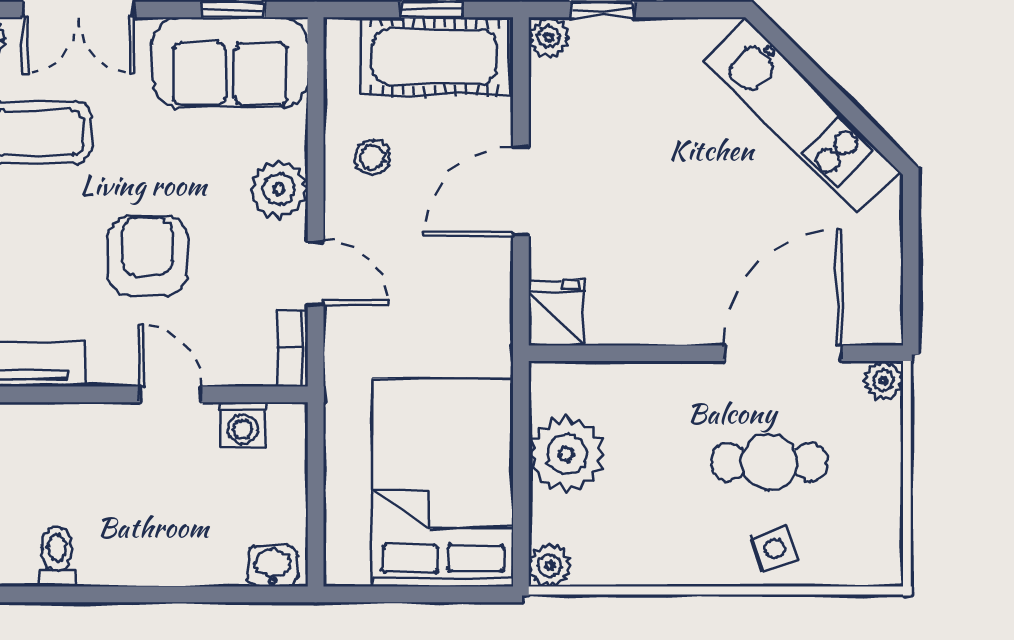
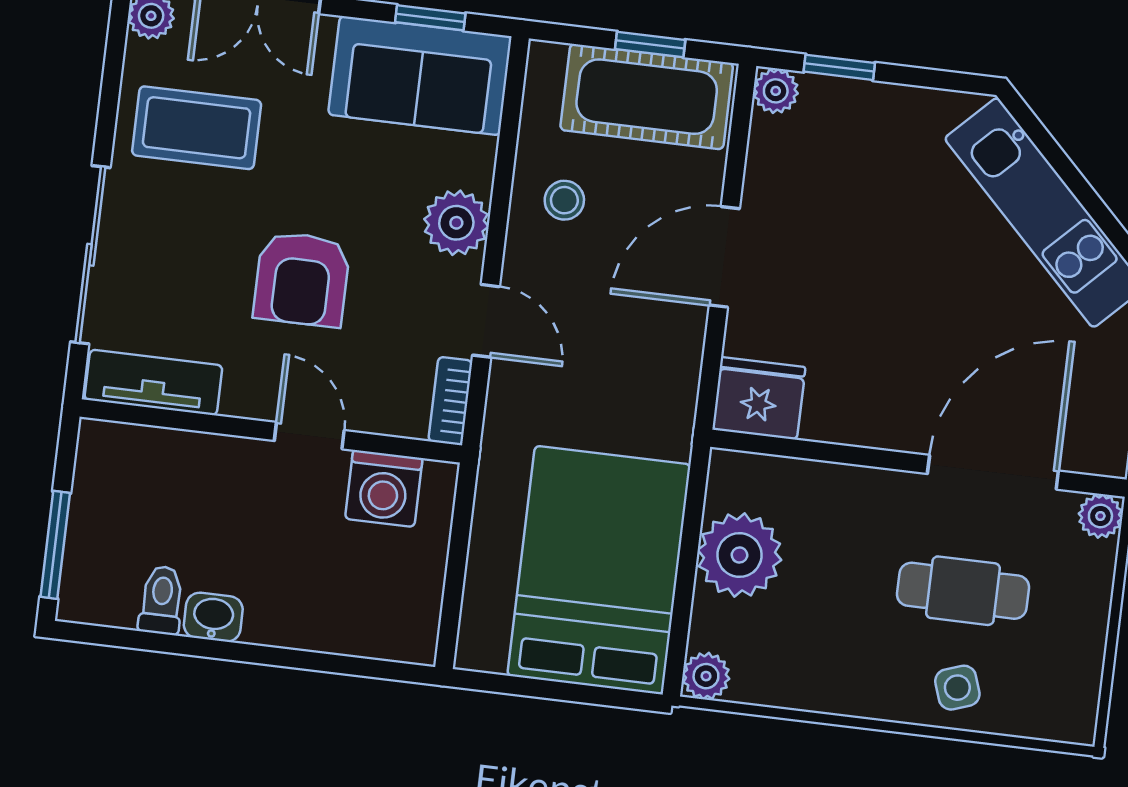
armchair: (147, 256) -> (302, 279), turned 180
fridge: (556, 313) -> (759, 398), width x1.38
washing machine: (243, 425) -> (384, 488), width x1.38, depth x1.38
washbasin: (272, 566) -> (213, 617), moved

